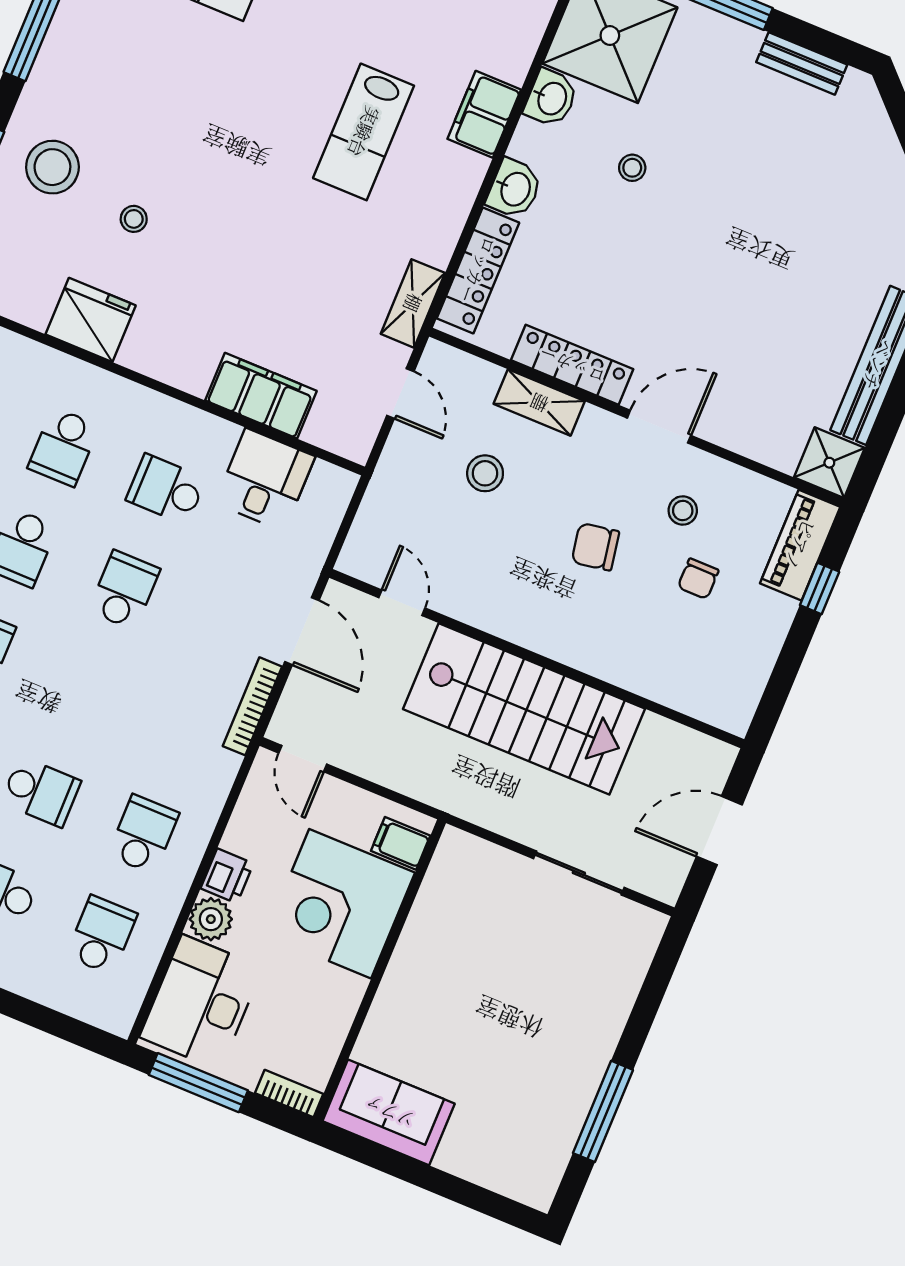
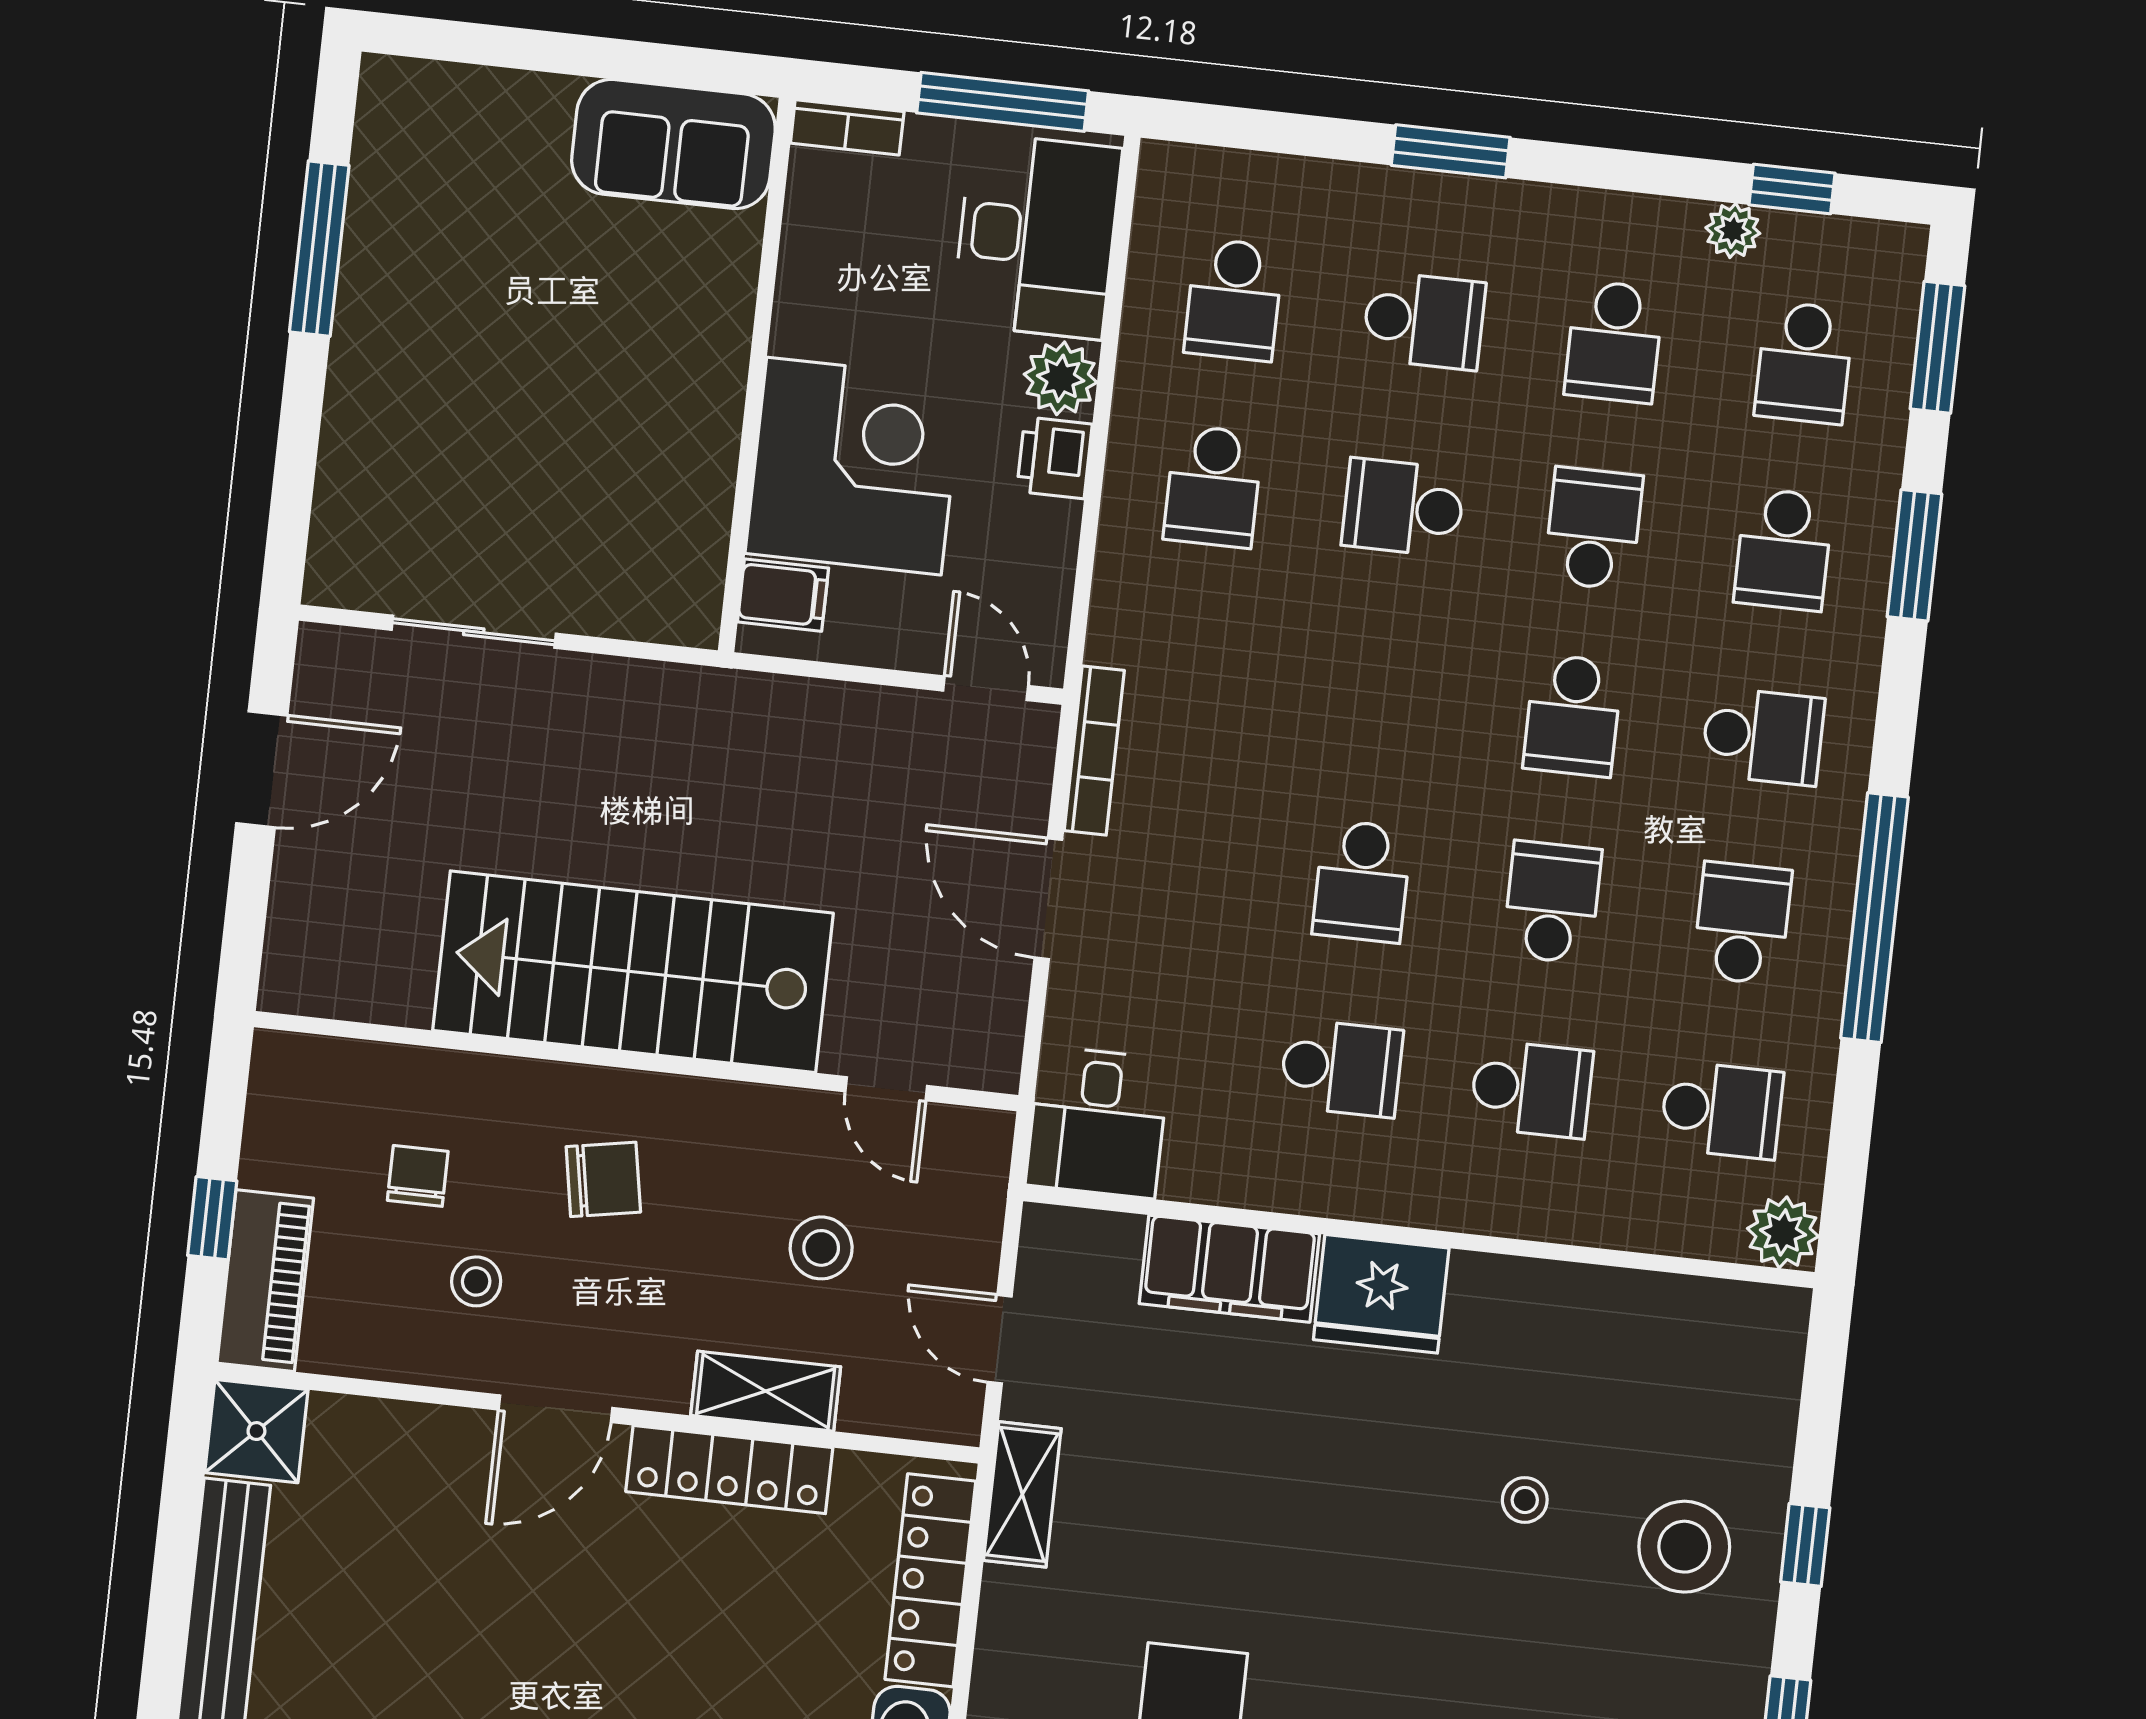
fridge: (91, 320) -> (1381, 1294), moved
school desk: (63, 447) -> (1531, 1089), turned 90
desk: (265, 480) -> (1098, 1122), moved
door: (402, 603) -> (886, 1089), moved
wall: (537, 659) -> (636, 1061), moved
stairs: (524, 709) -> (633, 972), moved

